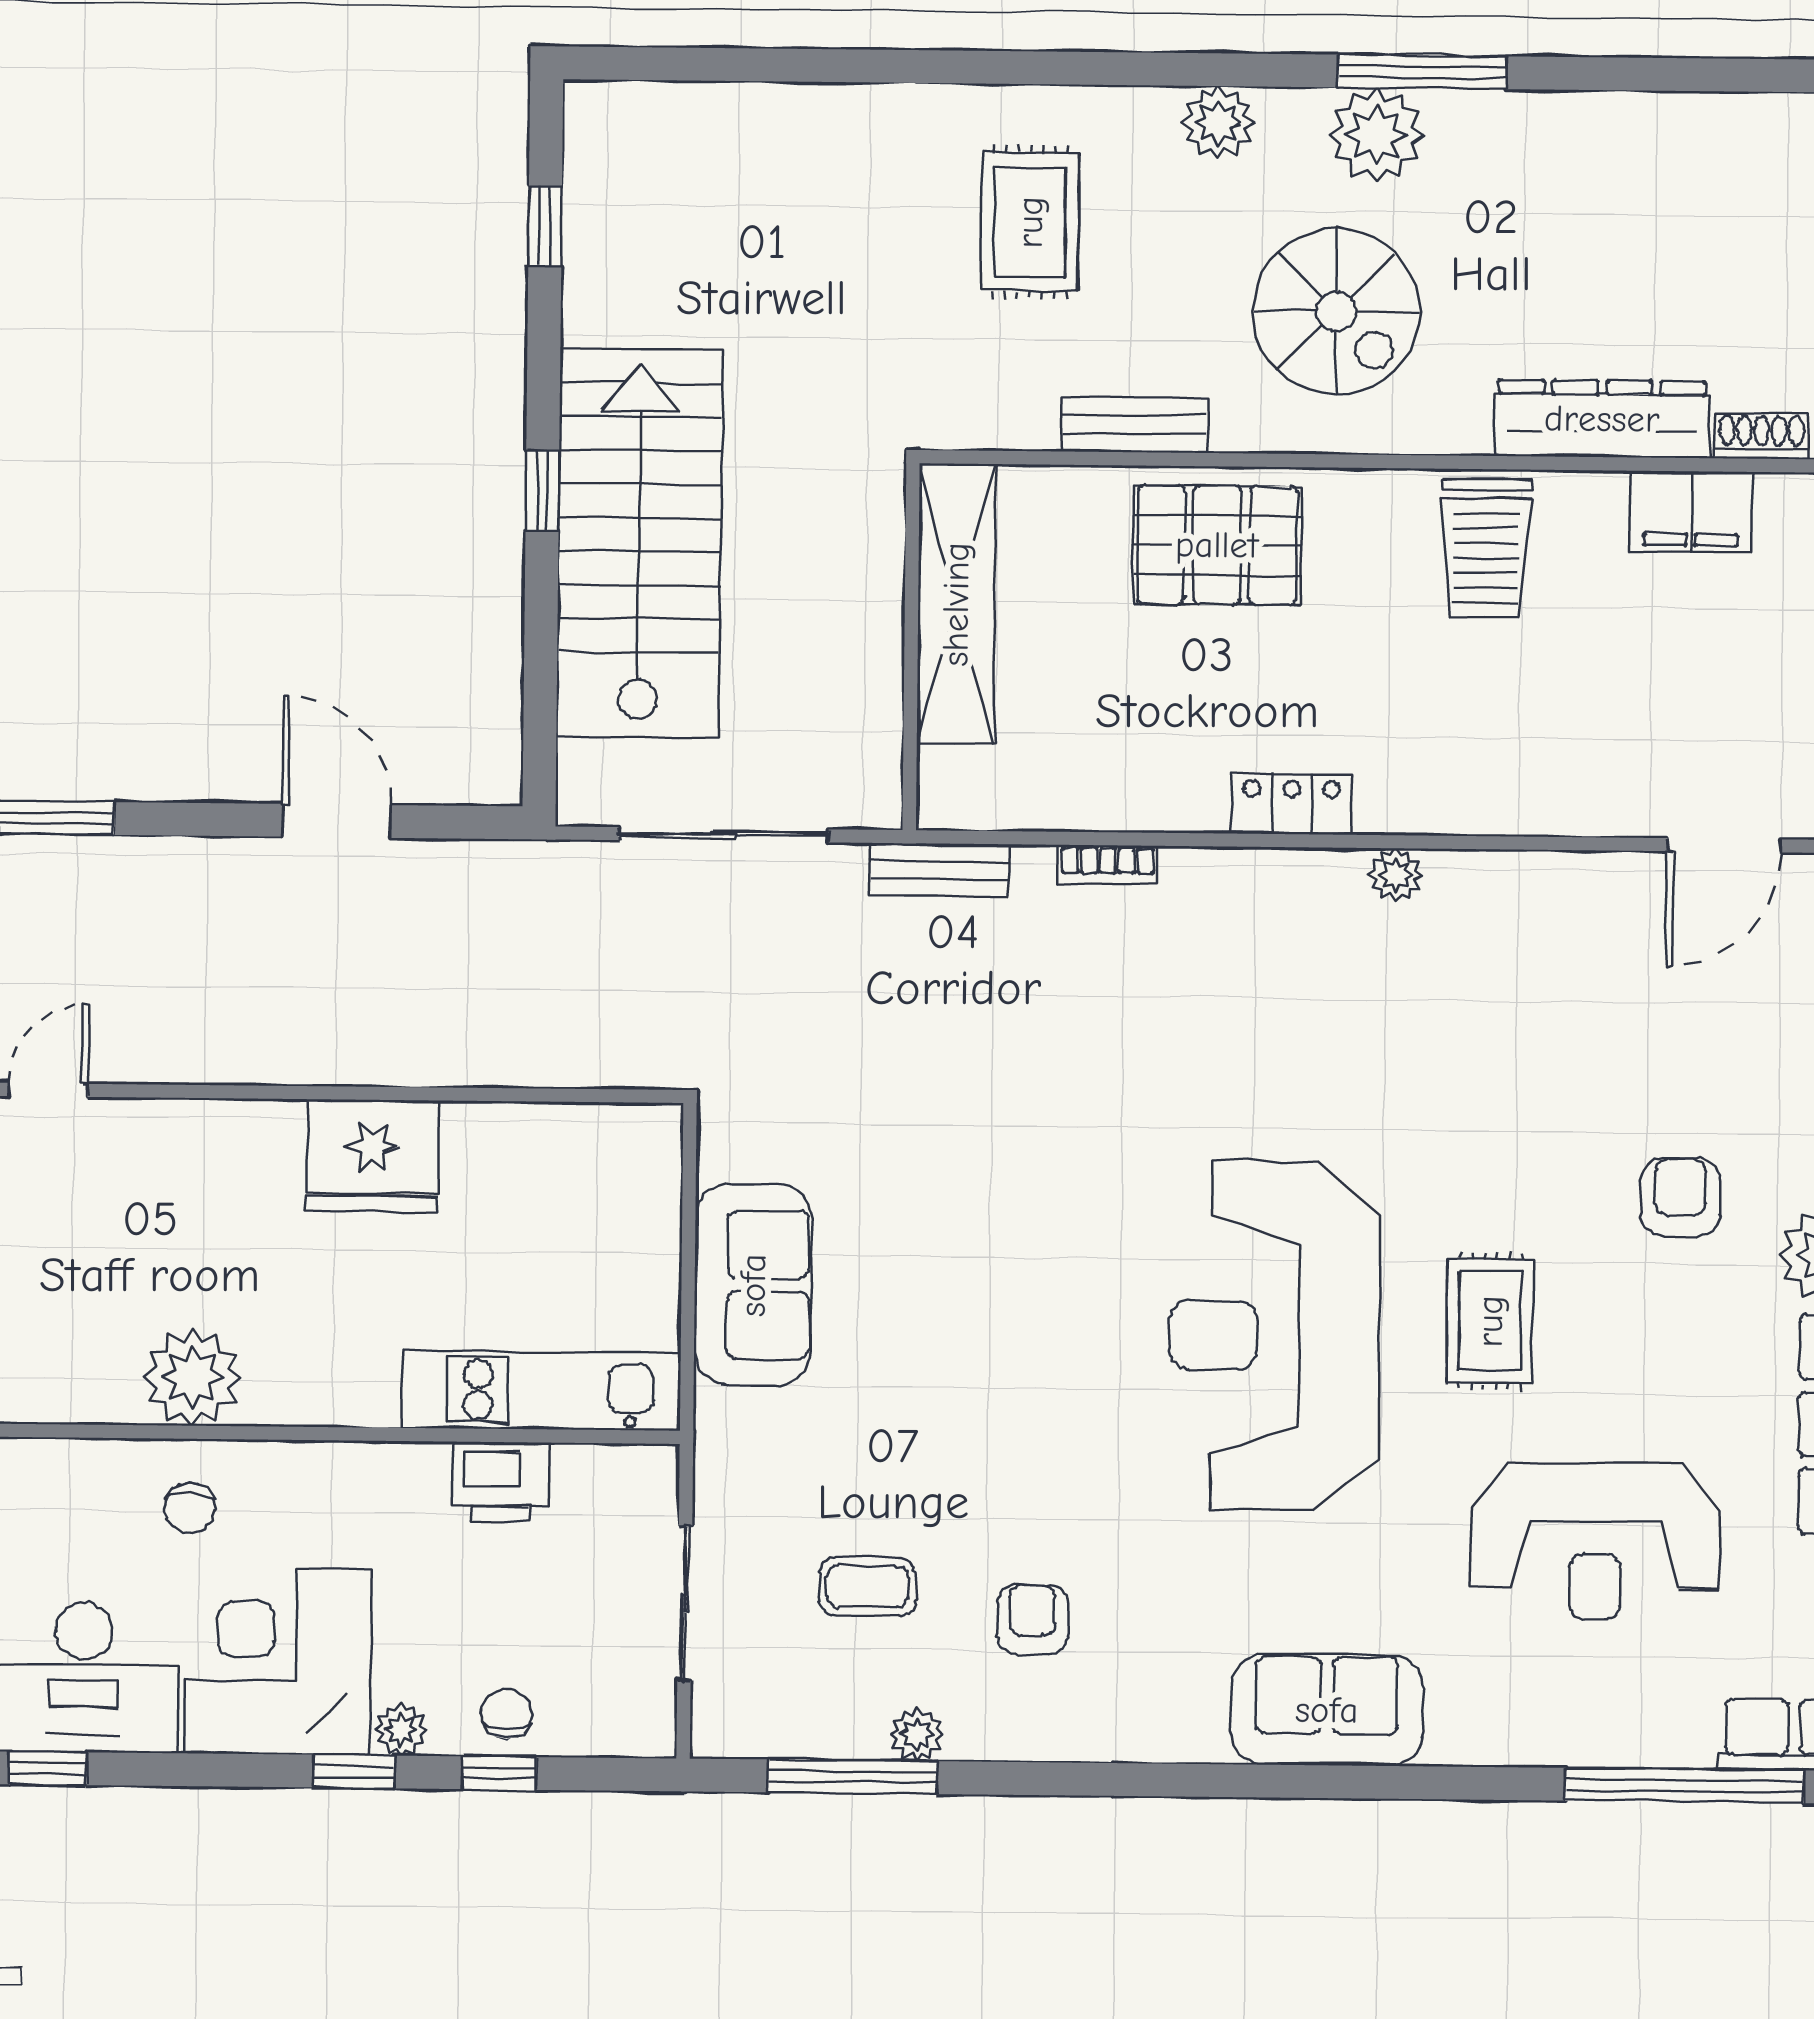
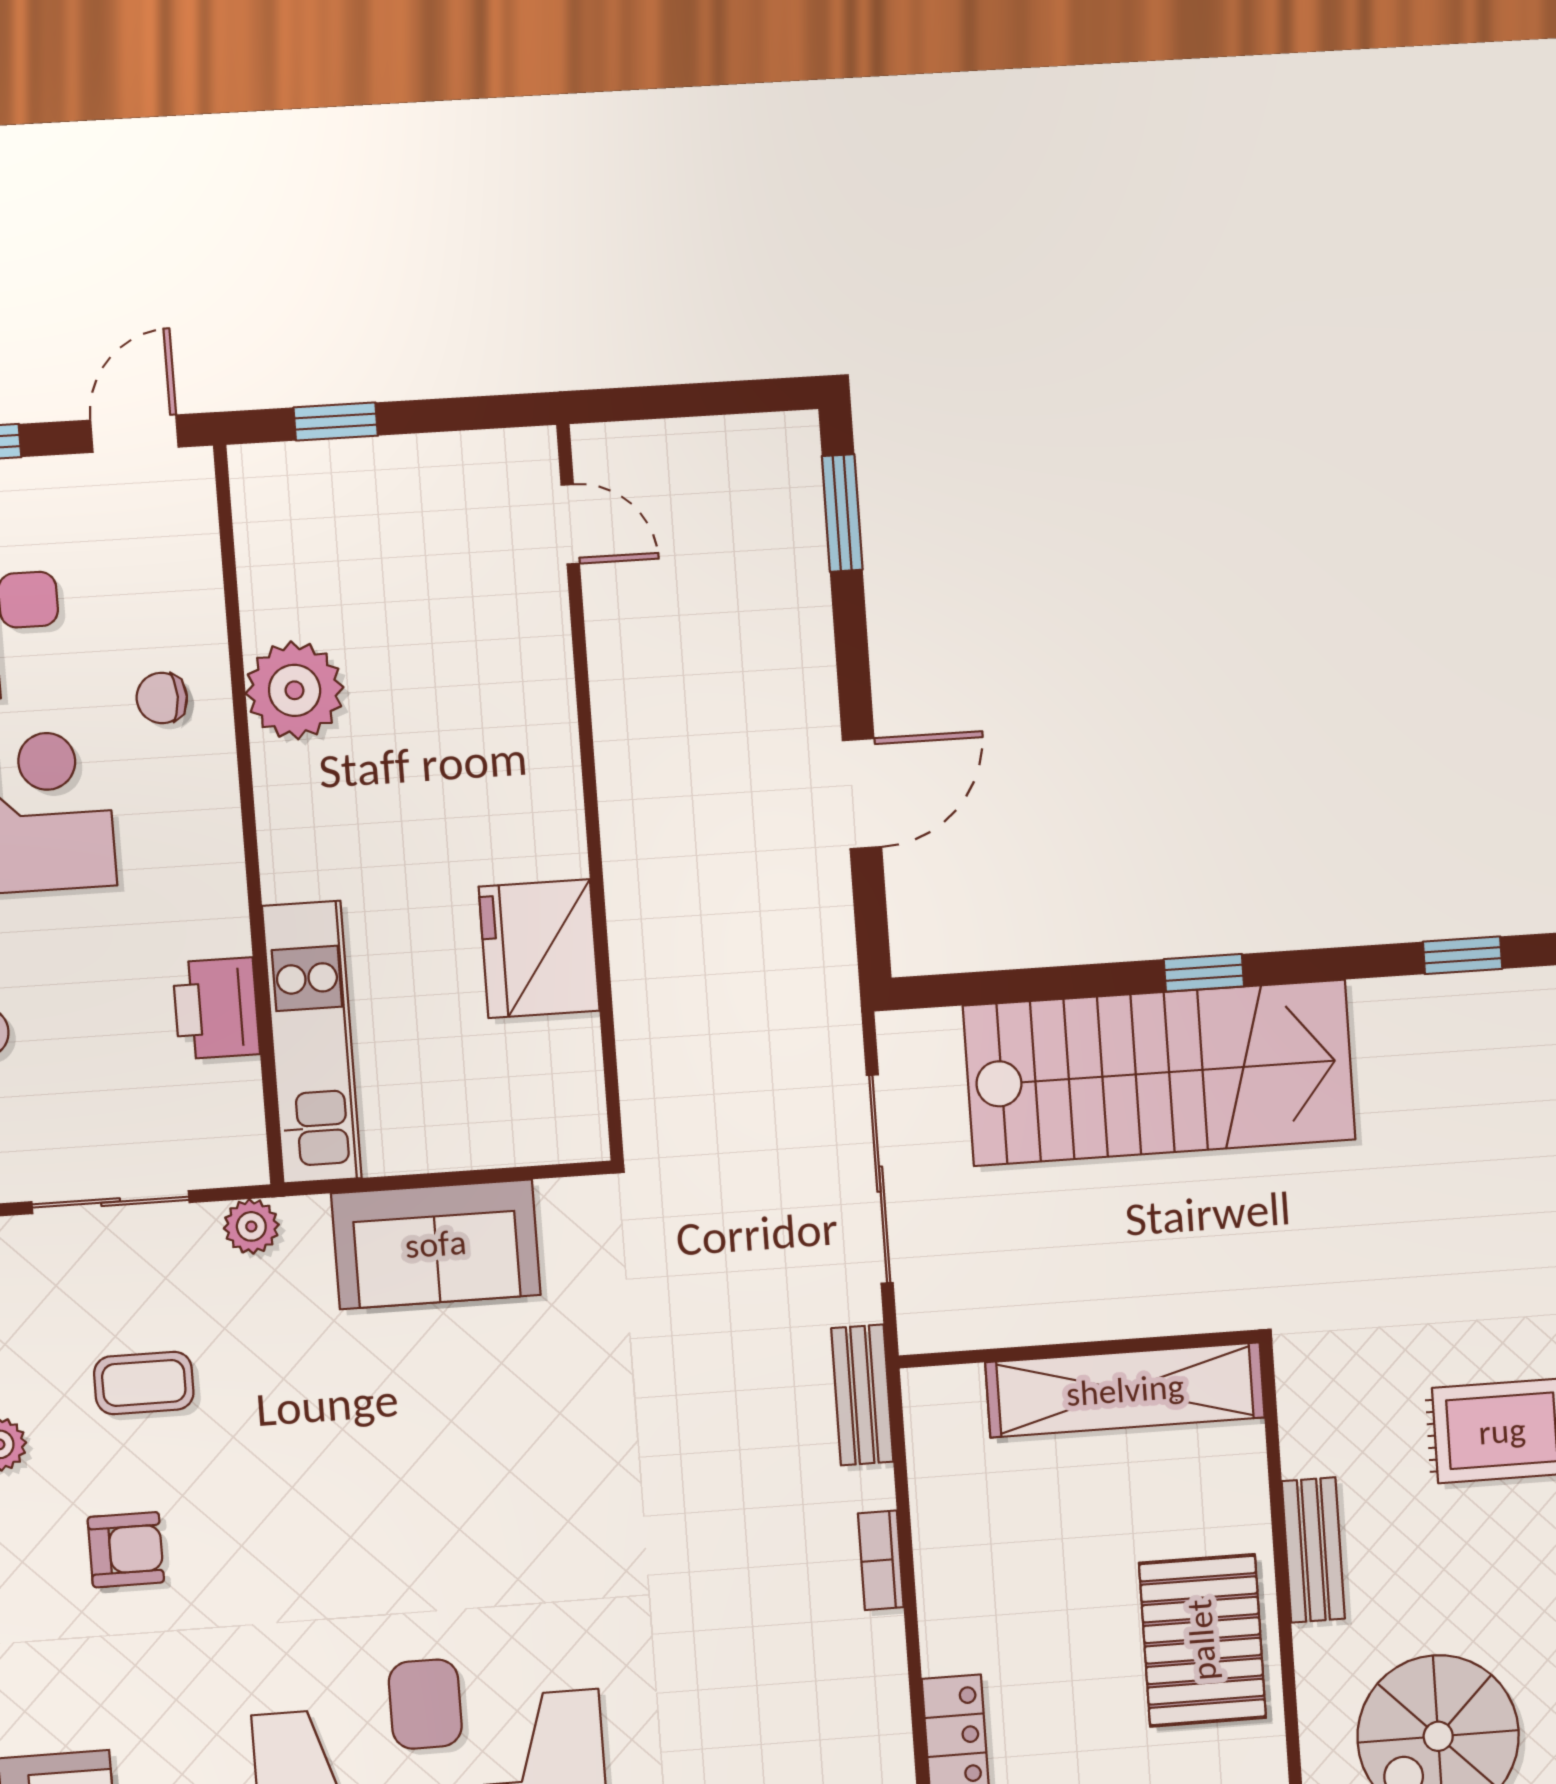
fridge: (372, 1156) -> (539, 949), moved
plant: (720, 1466) -> (251, 1226), added
coffee table: (867, 1586) -> (144, 1383), turned 90

